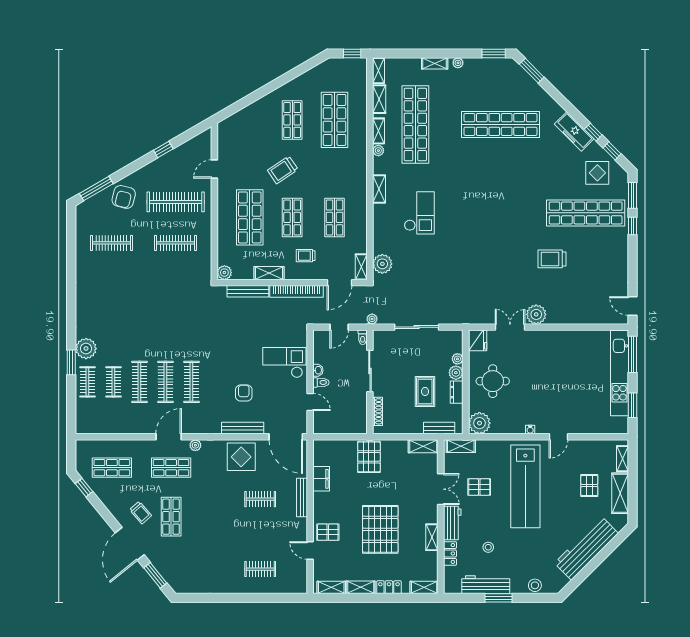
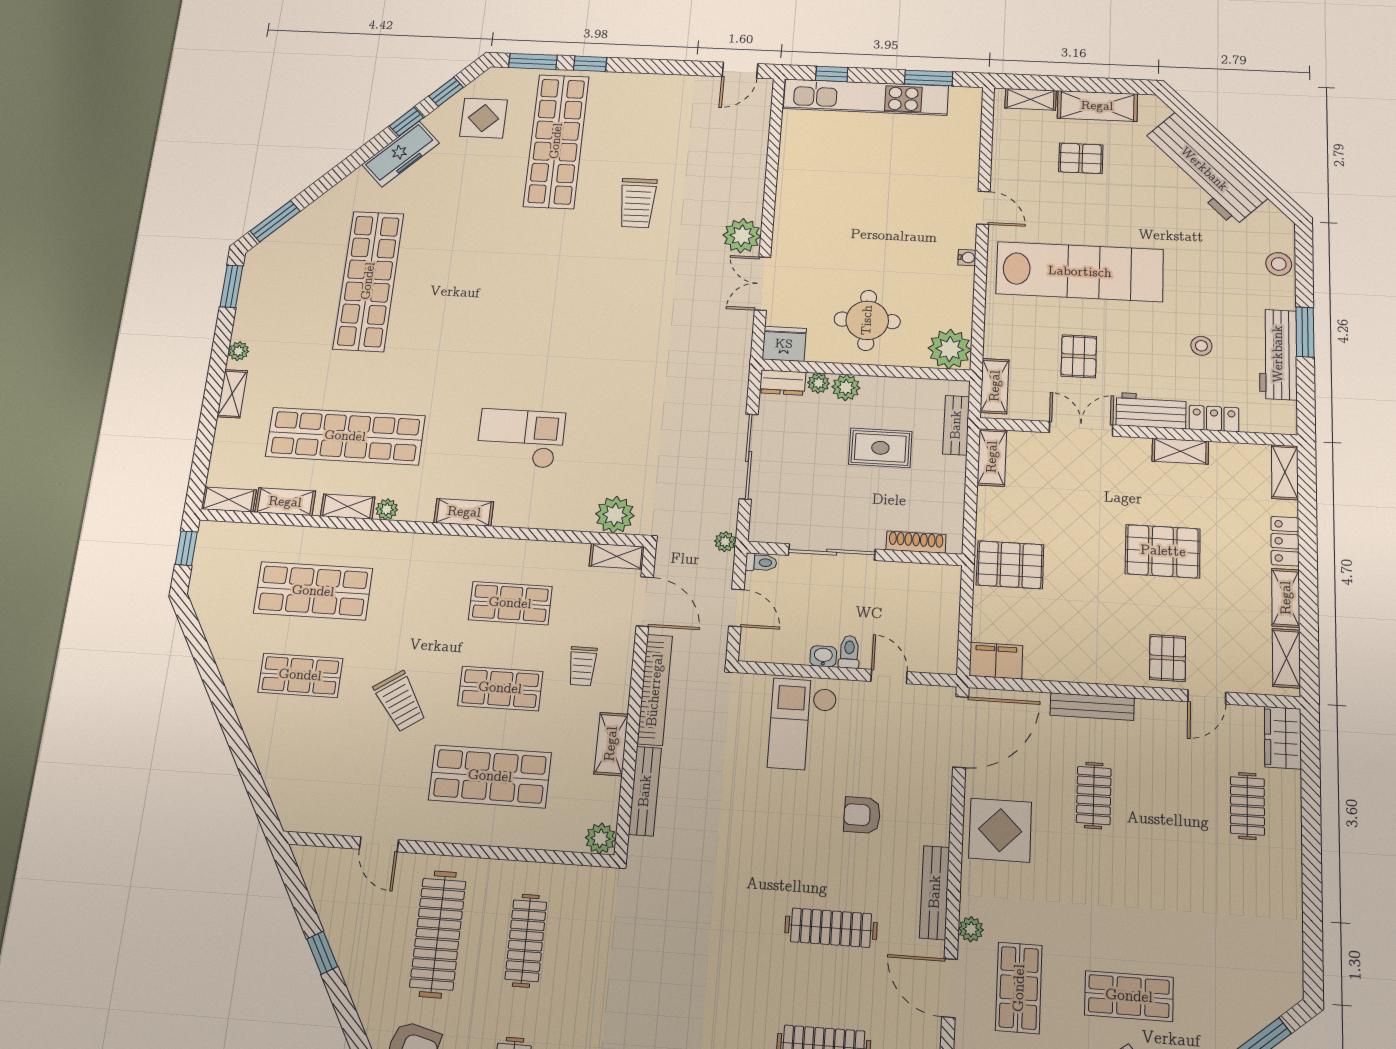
window: (632, 354) -> (832, 74), width x0.46
clothes rail: (165, 382) -> (827, 986), removed
dresser: (457, 392) -> (783, 383), moved
door: (310, 402) -> (889, 676), hinge flipped
bench: (243, 428) -> (935, 892), moved
filing cabinet: (321, 479) -> (996, 661), moved
pallet: (380, 529) -> (1163, 551), width x0.73, depth x0.71
wardrobe: (293, 585) -> (1283, 738), added

